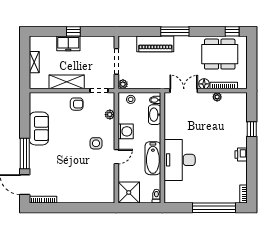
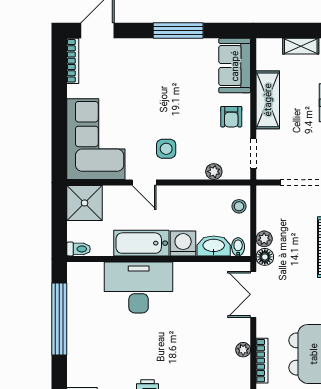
plant: (123, 84) -> (264, 239), moved
floor lamp: (204, 84) -> (265, 257), moved
double door: (184, 91) -> (253, 294), swing flipped
sofa: (39, 128) -> (235, 66), moved, turned 90
washing machine: (126, 131) -> (183, 244), moved, turned 180
window: (25, 154) -> (178, 30), moved
corner sofa: (90, 186) -> (96, 139), added
window: (214, 208) -> (59, 319), moved

